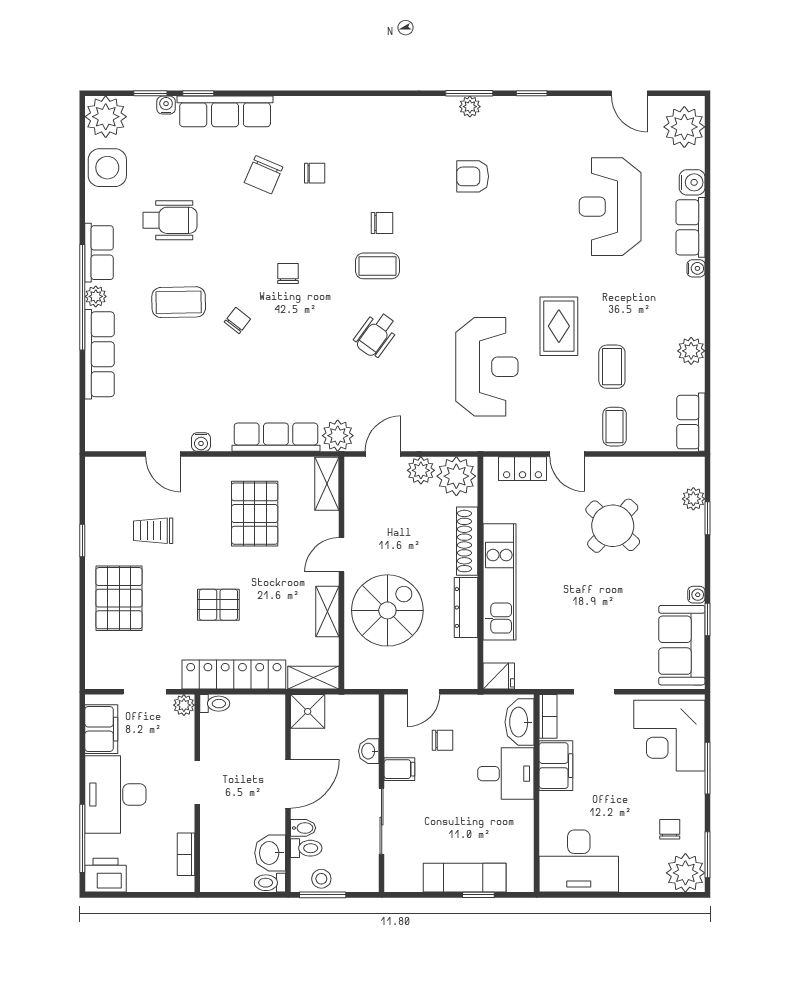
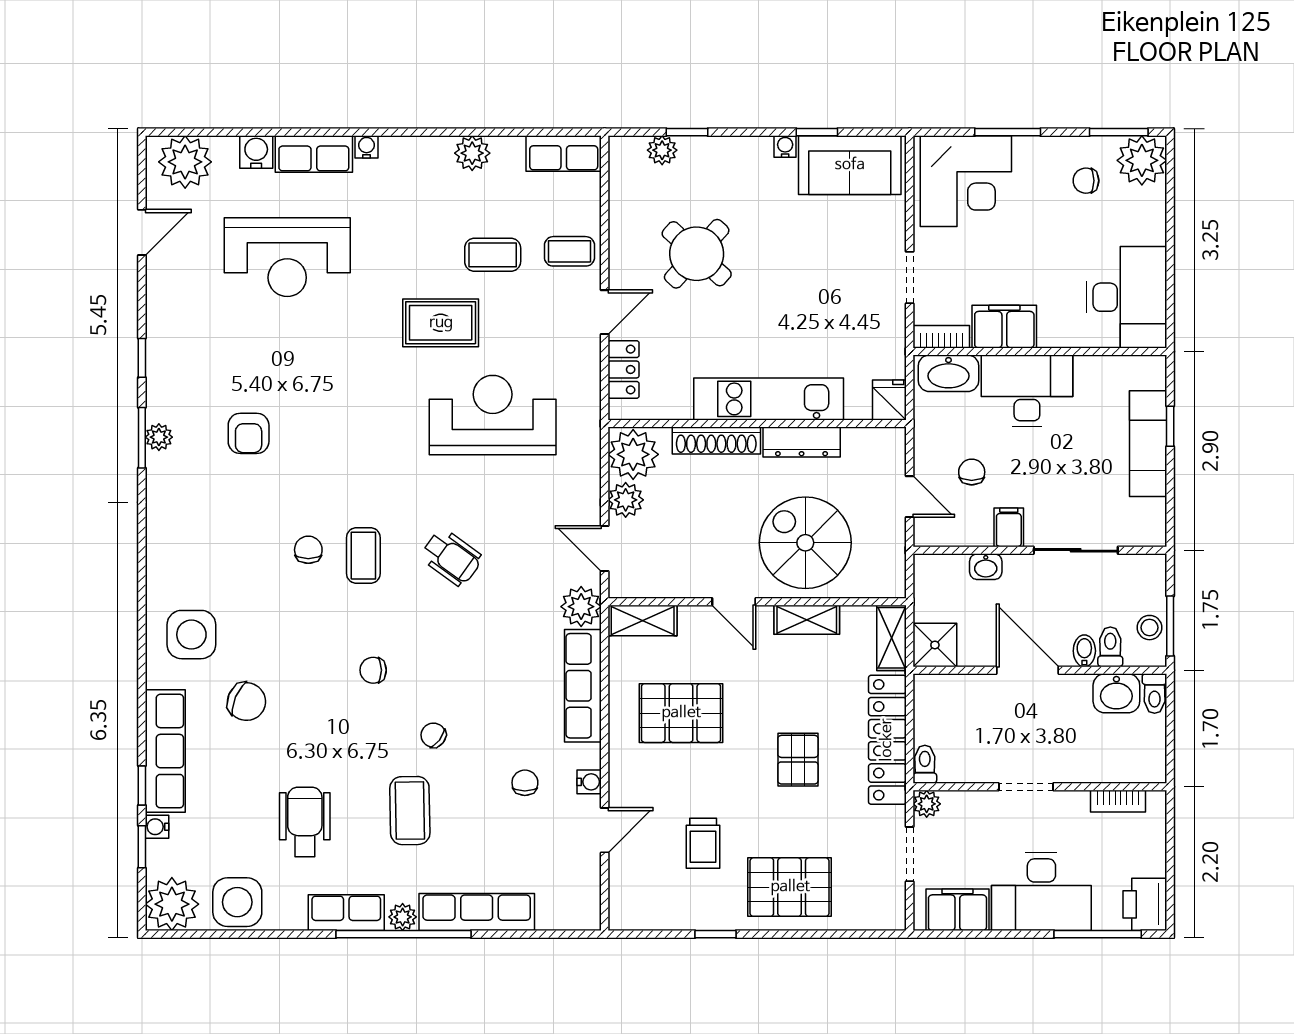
side table: (316, 132) -> (191, 635), added
chair: (315, 173) -> (525, 783), moved
desk: (506, 774) -> (1027, 391), width x1.37

